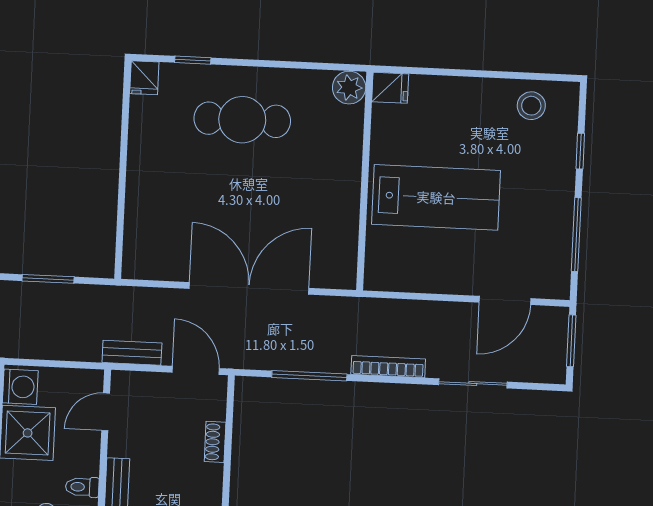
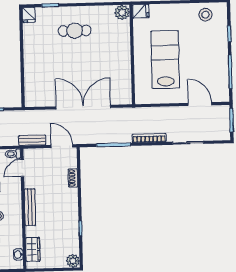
cafe table: (242, 120) -> (75, 31), width x0.73, depth x0.74
lab bench: (436, 197) -> (165, 60), turned -90
door: (505, 300) -> (200, 104), swing flipped
toilet: (82, 487) -> (13, 154), moved

